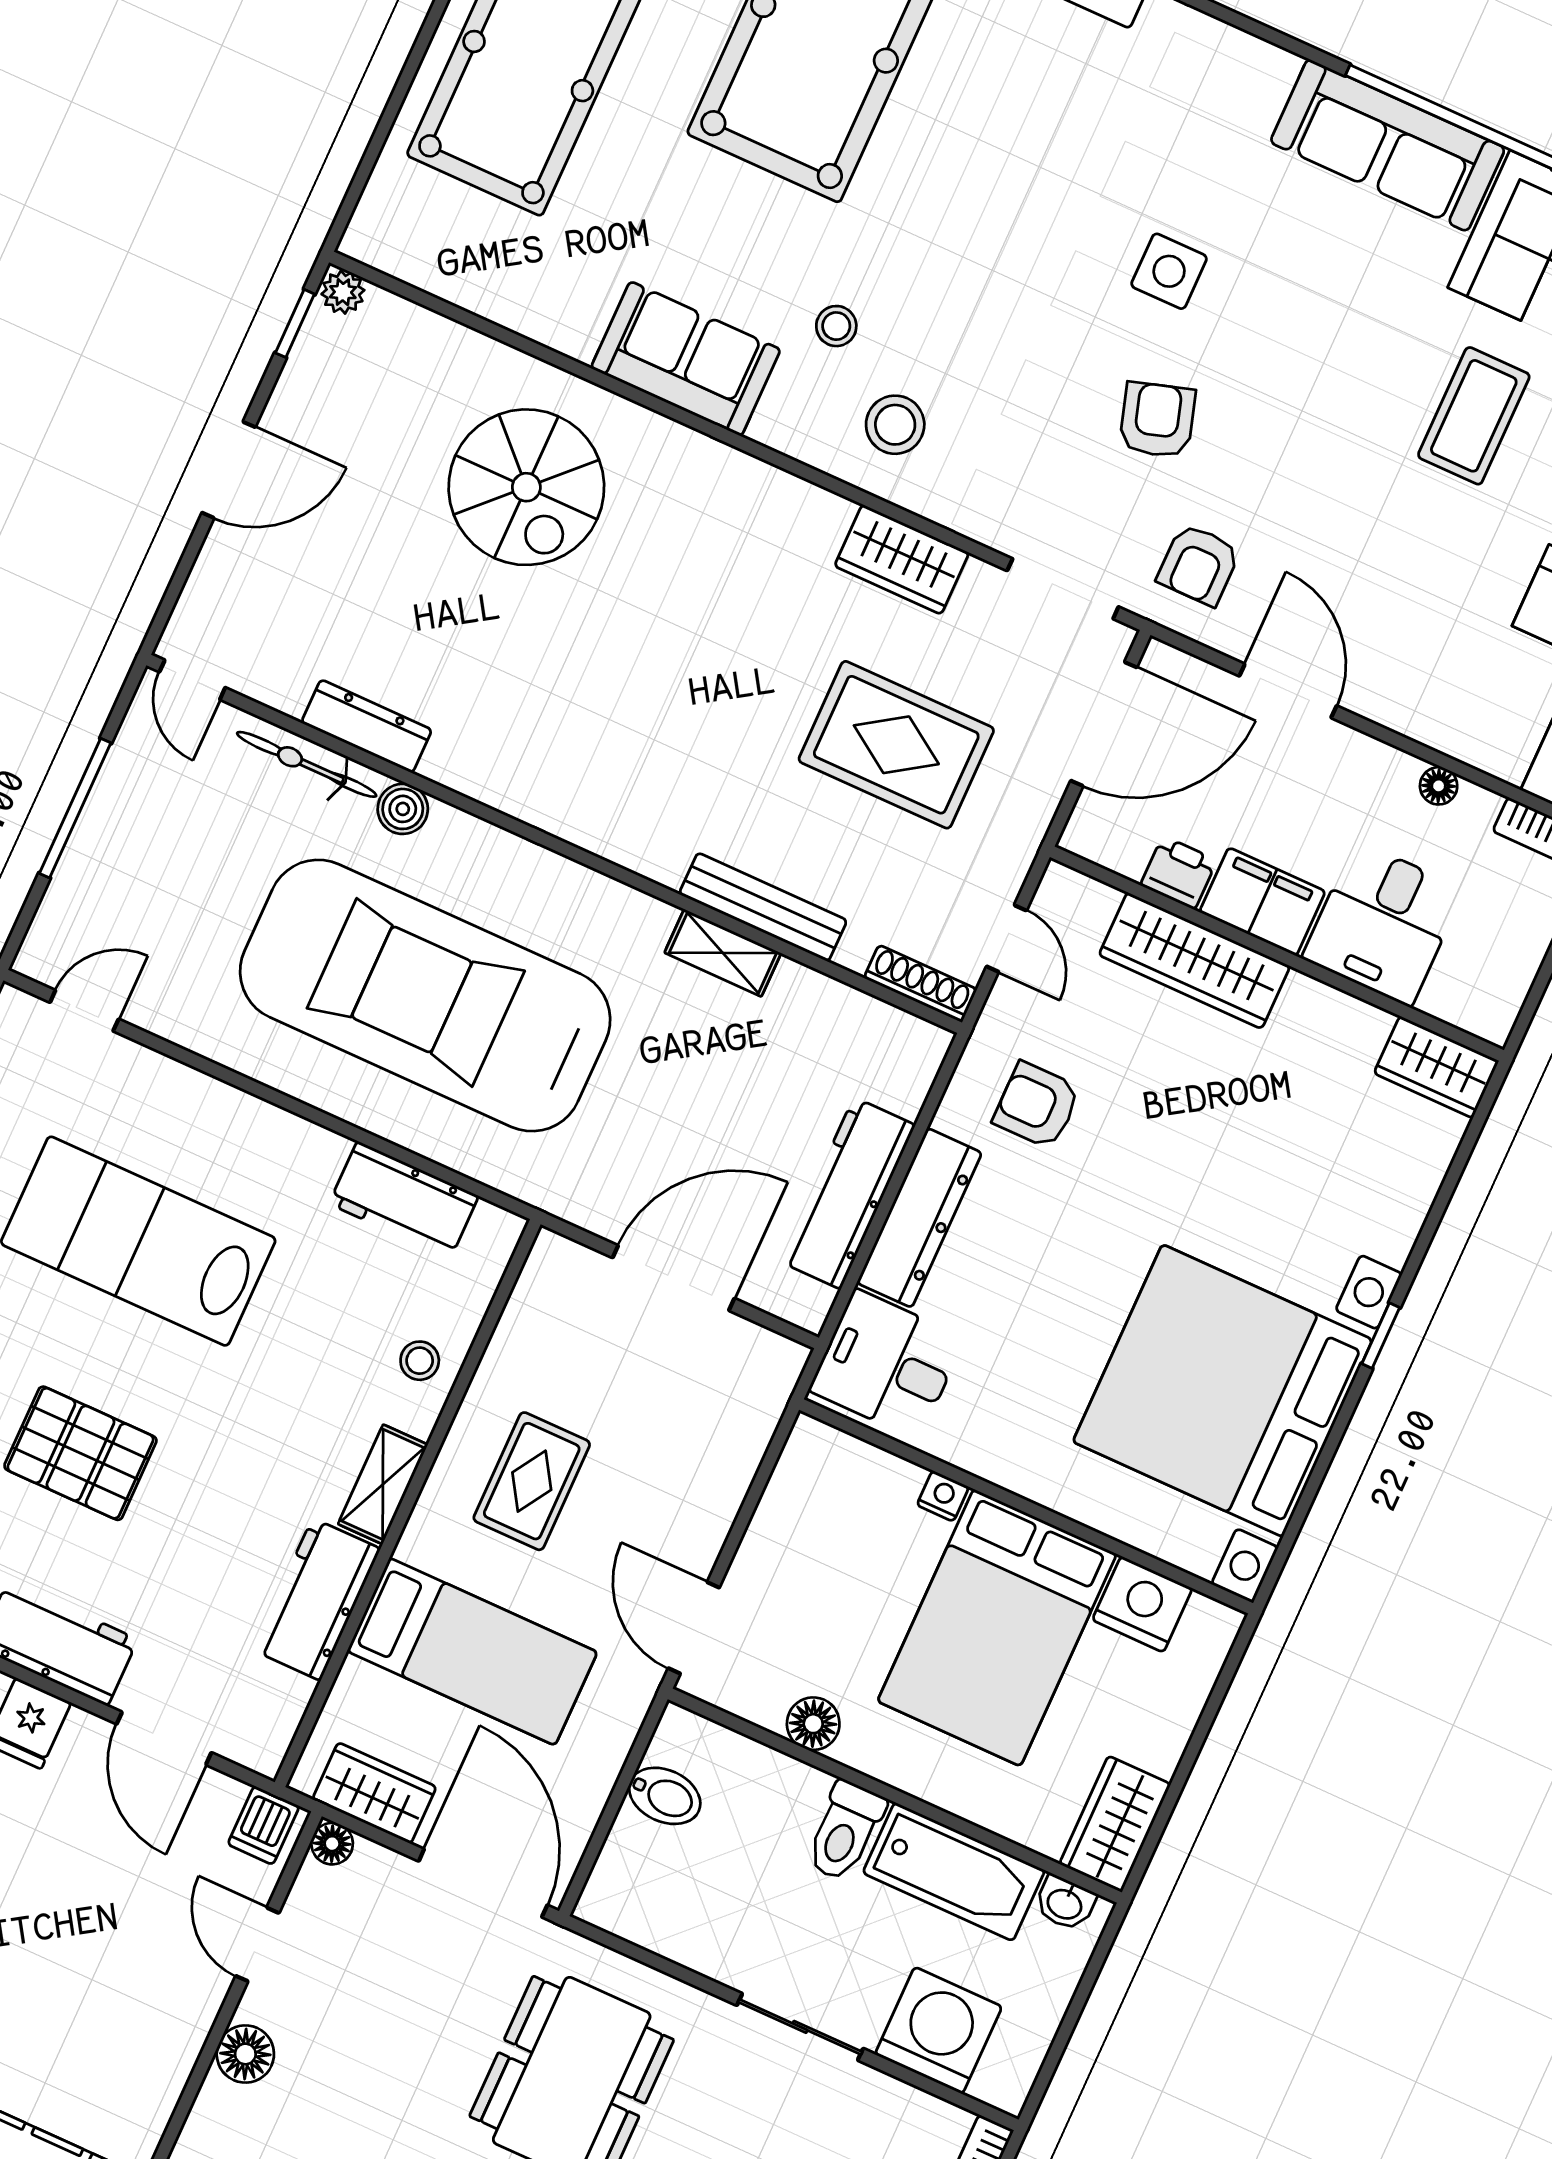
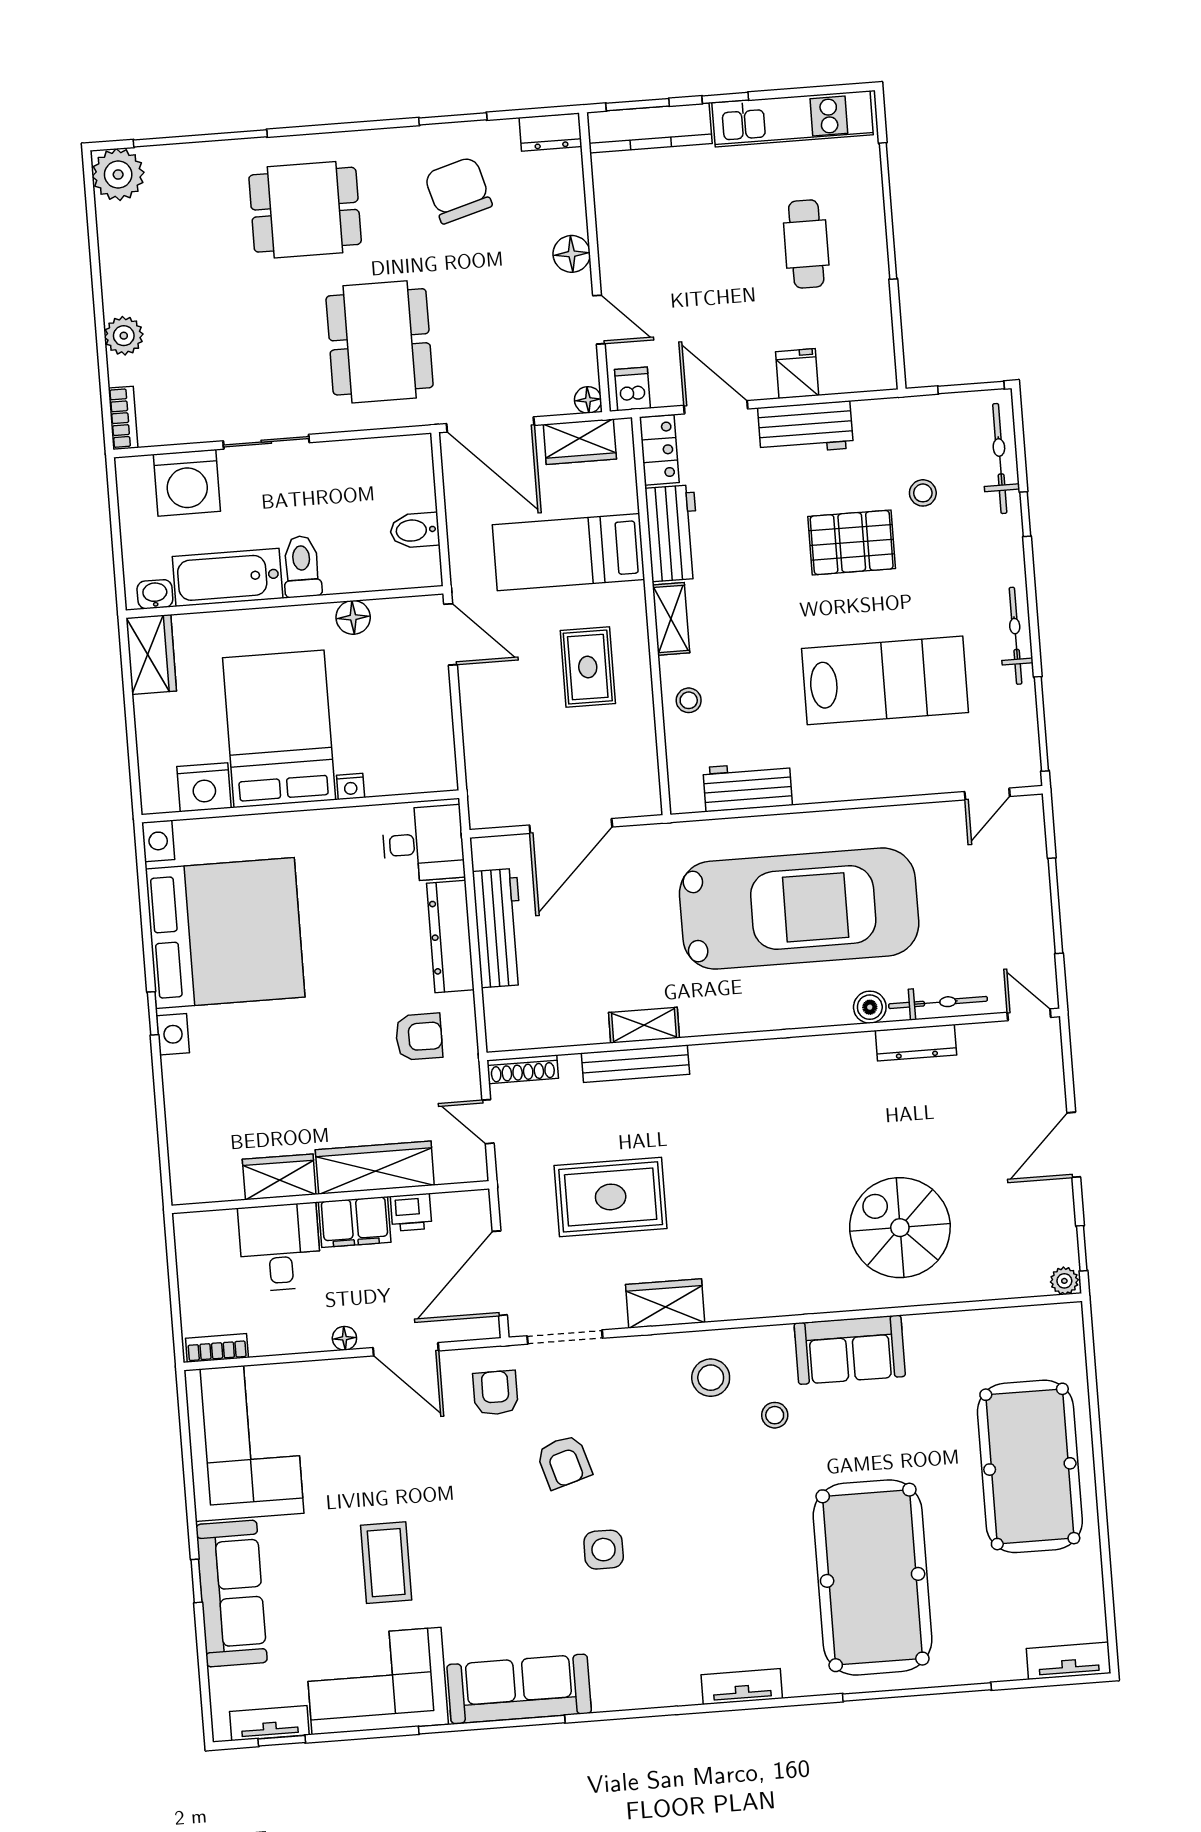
floor lamp: (1439, 786) -> (344, 1338), moved
wardrobe: (1436, 1067) -> (279, 1177), moved
locker: (273, 1722) -> (659, 450), added

